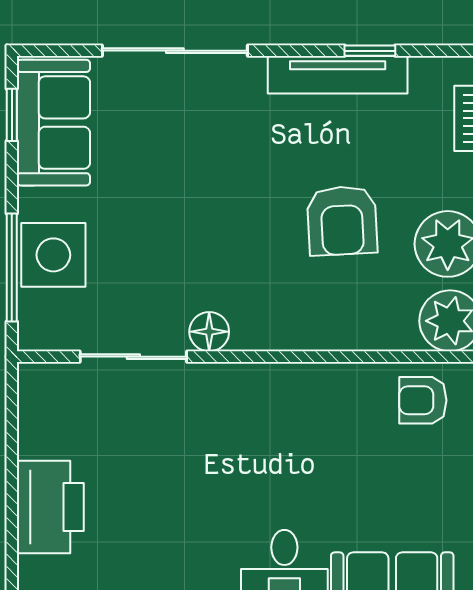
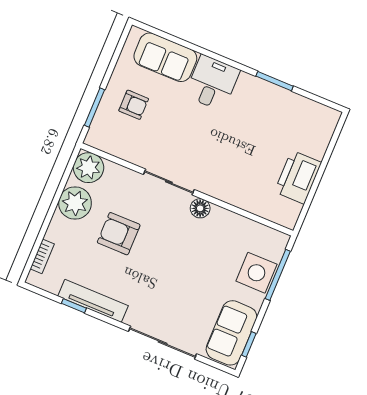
armchair: (342, 221) -> (119, 234), turned -87
sliding door: (133, 357) -> (169, 182), moved
armchair: (423, 400) -> (134, 105), moved
printer: (50, 507) -> (298, 177), moved

